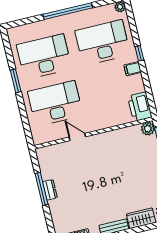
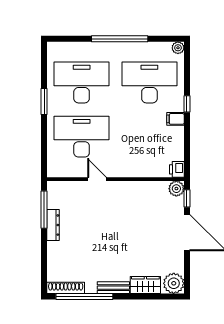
printer: (140, 107) -> (177, 169), width x0.53, depth x0.68
window: (41, 189) -> (44, 210), moved
dresser: (50, 190) -> (53, 225), width x1.44

